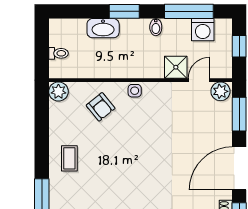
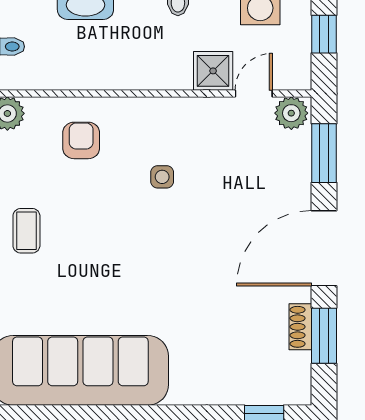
side table: (135, 91) -> (162, 177), moved
armchair: (101, 107) -> (81, 140), turned -141

